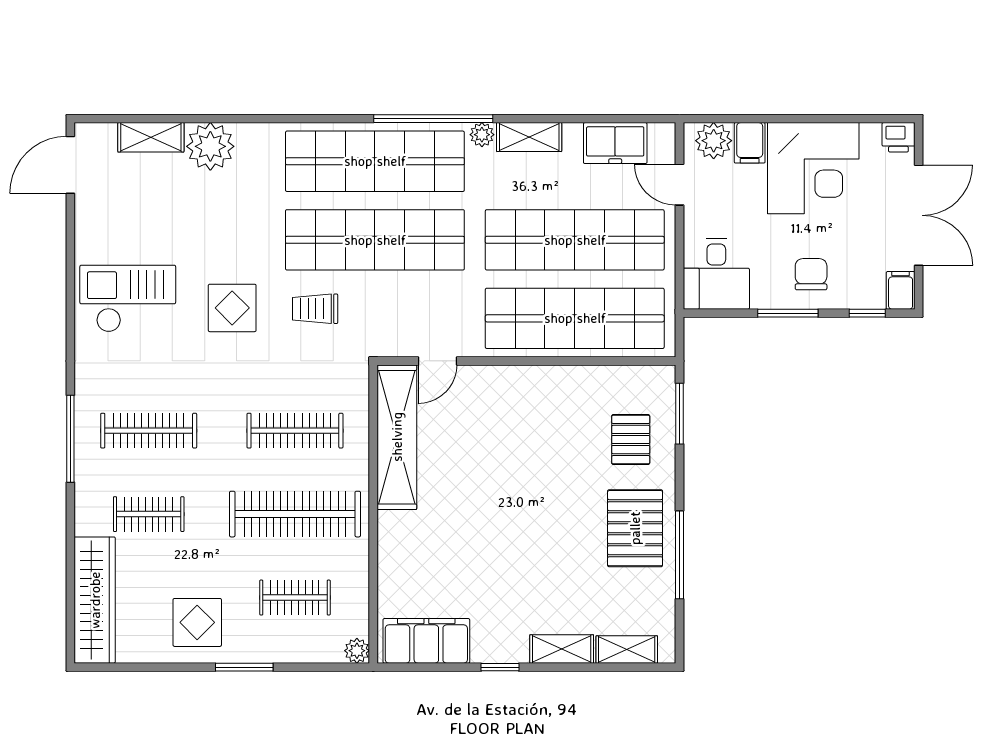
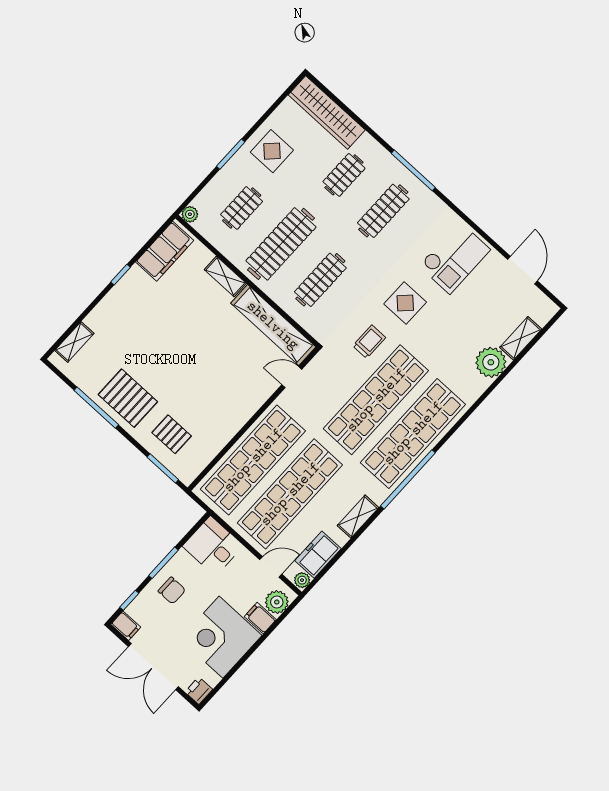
plant: (482, 135) -> (302, 580), moved
door: (70, 165) -> (522, 270), moved
door: (438, 361) -> (292, 377), hinge flipped
shelving: (562, 649) -> (225, 276), moved, turned 90

